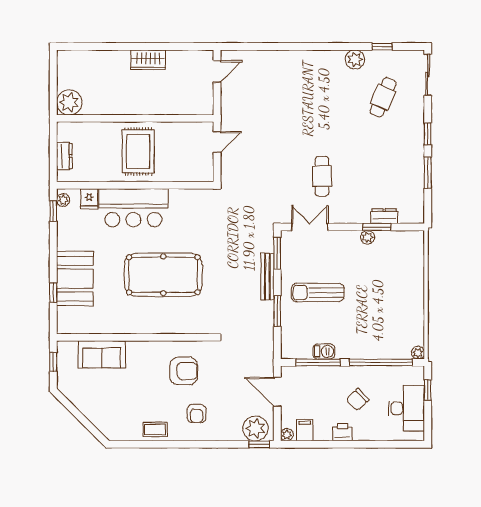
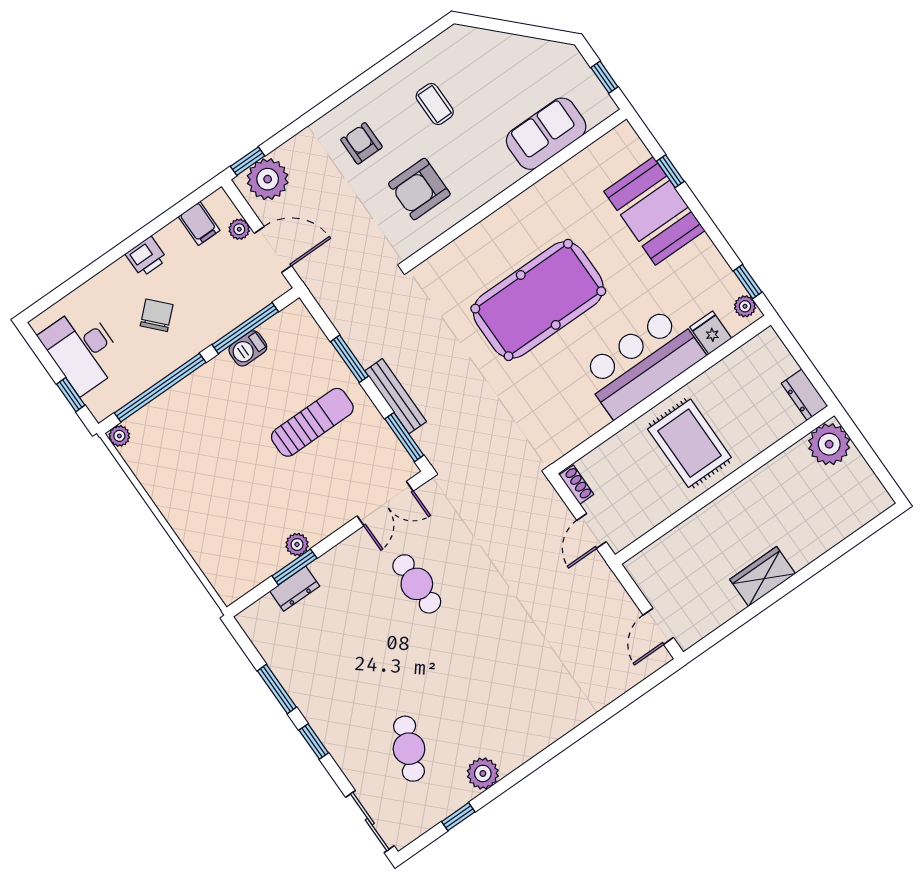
dresser: (64, 156) -> (804, 395), moved
shoe rack: (208, 170) -> (576, 485), added
coffee table: (155, 429) -> (435, 104), moved, turned 90
plant: (287, 435) -> (239, 229), moved

